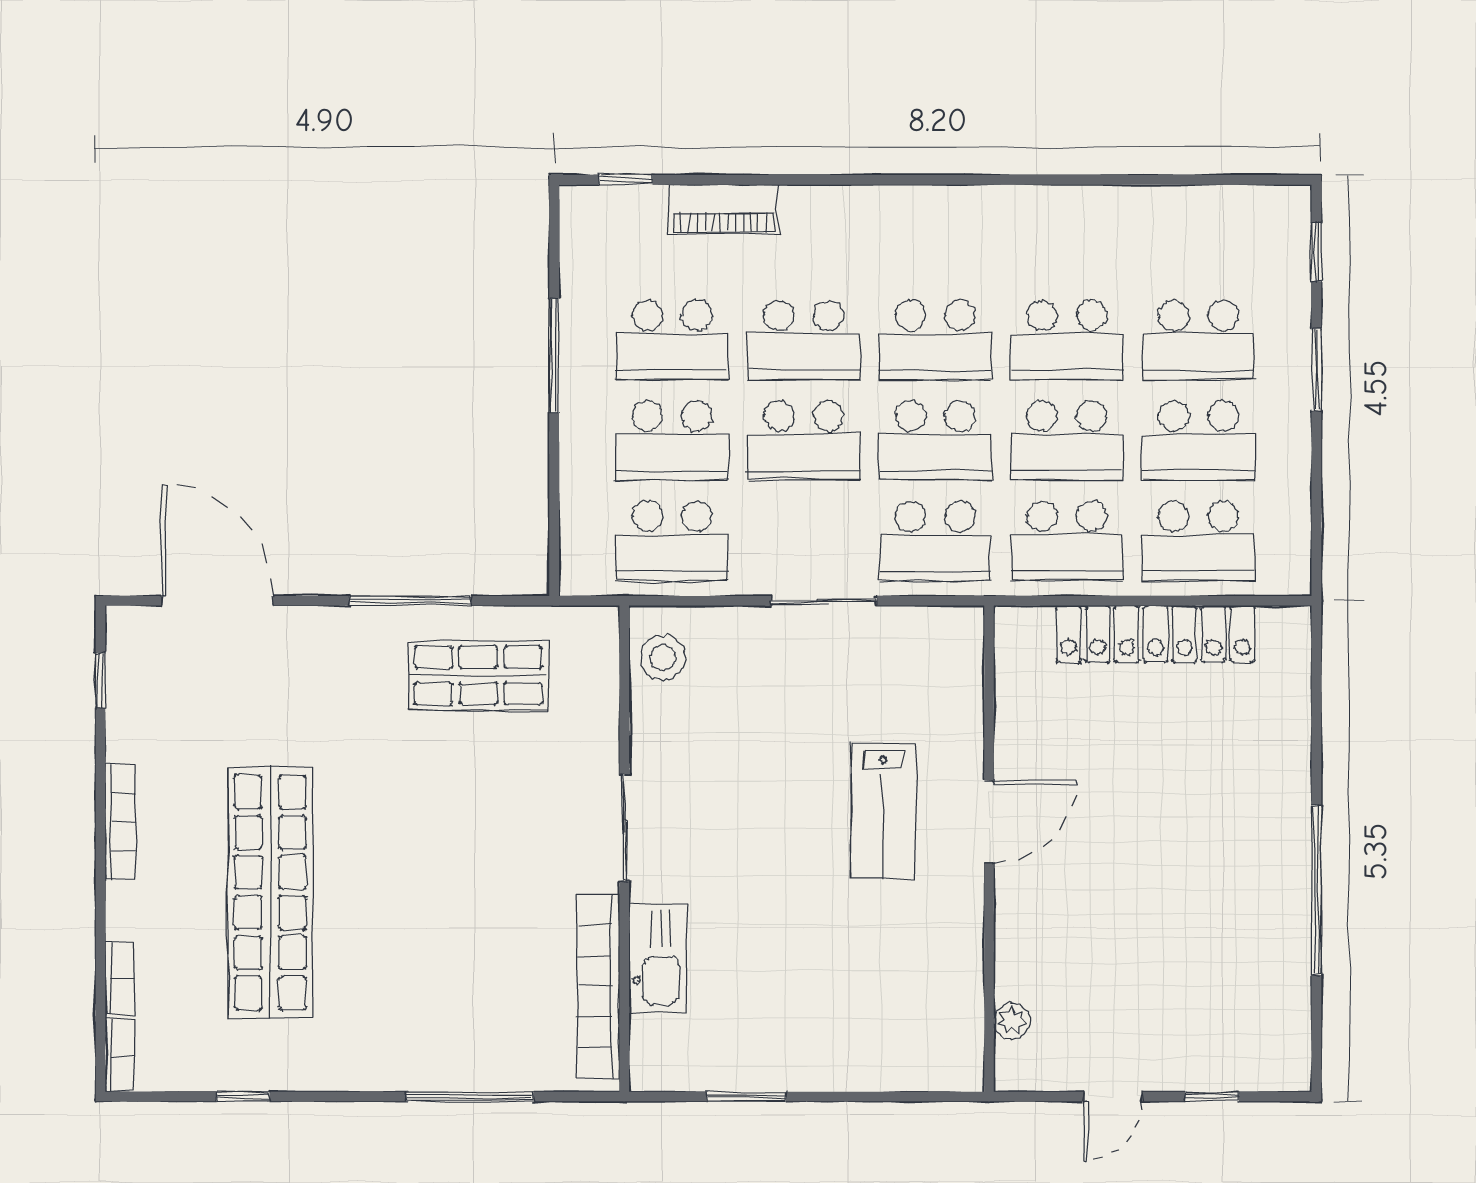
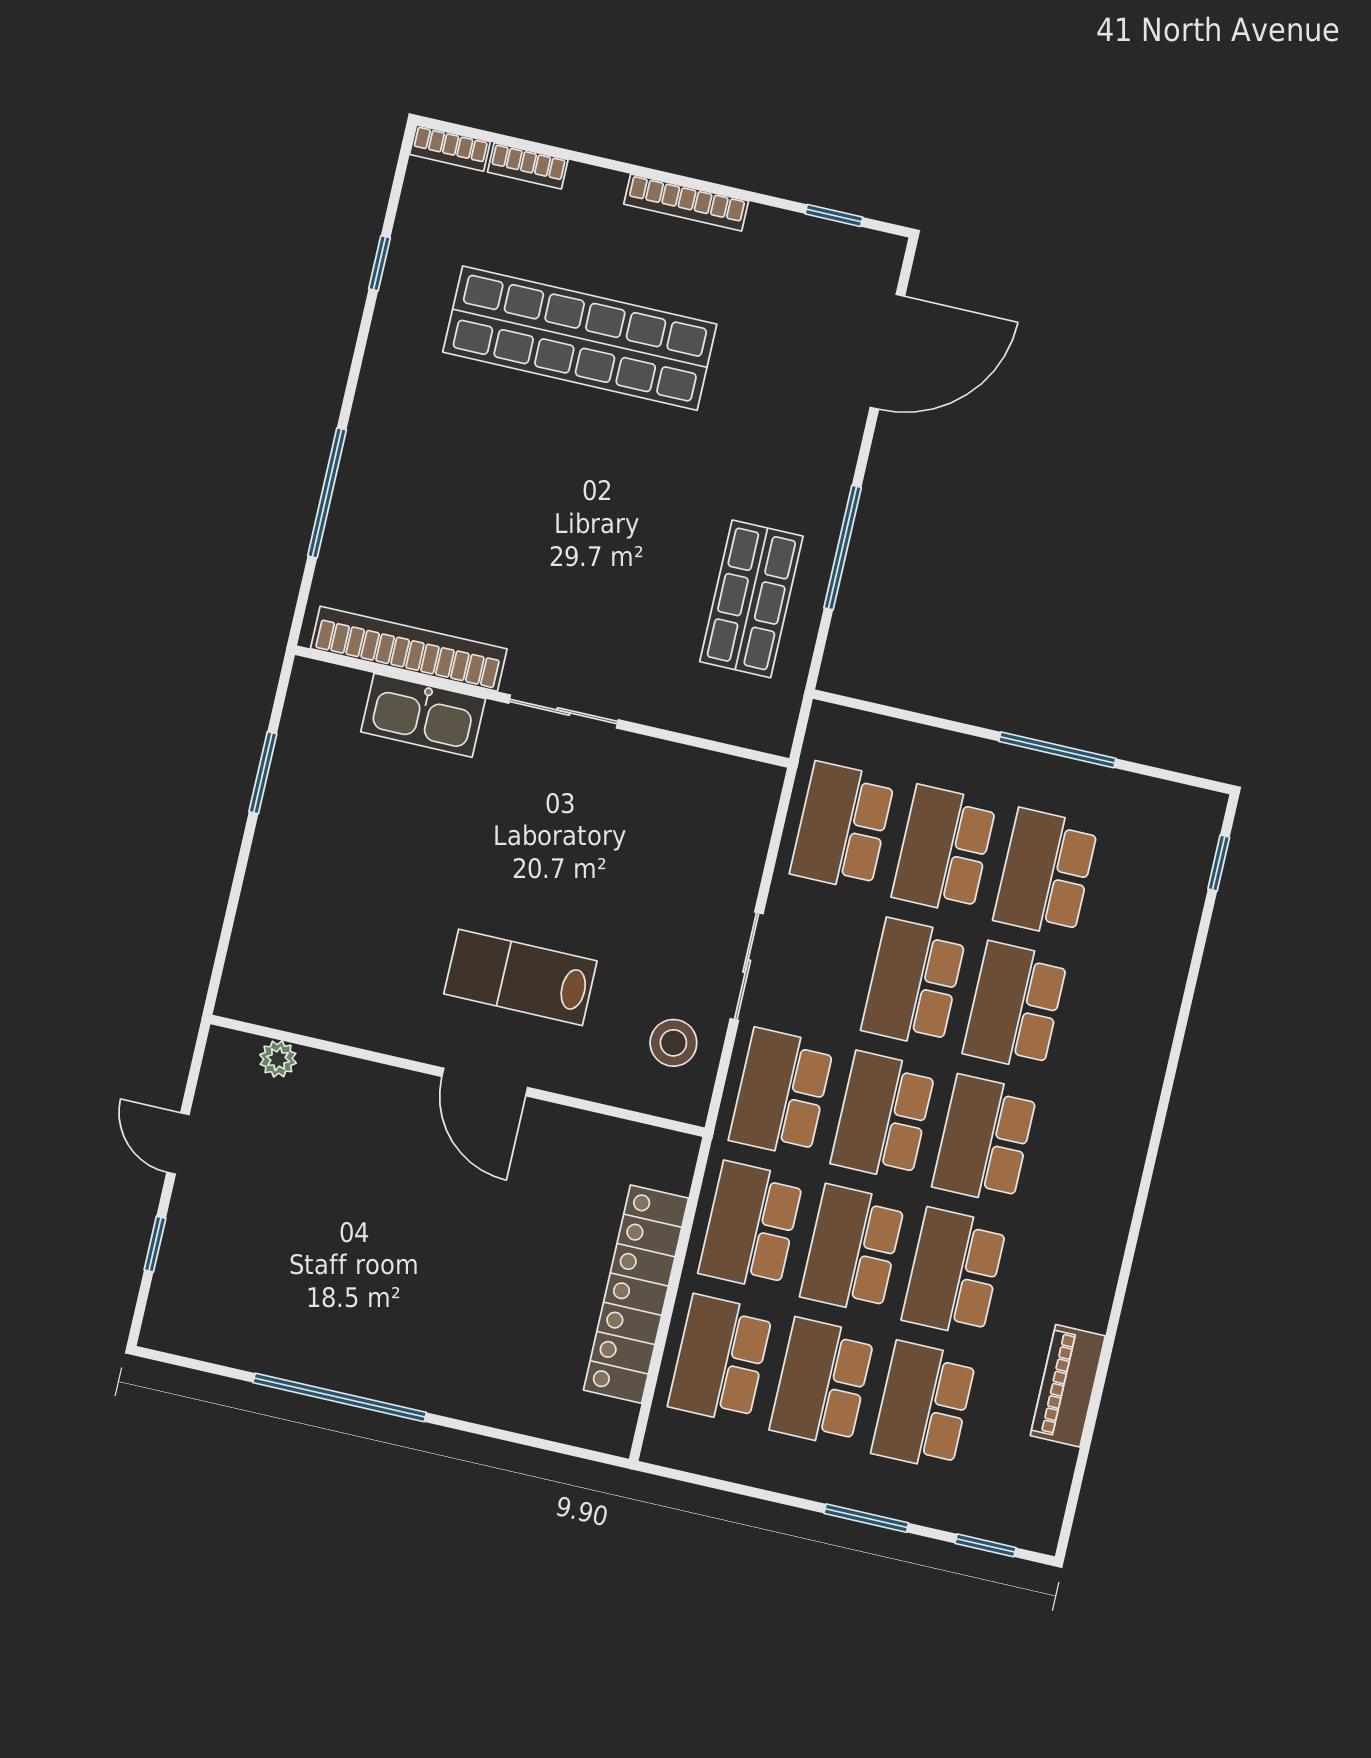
piano: (724, 209) -> (1068, 1386), moved
stool: (663, 658) -> (673, 1043), moved

